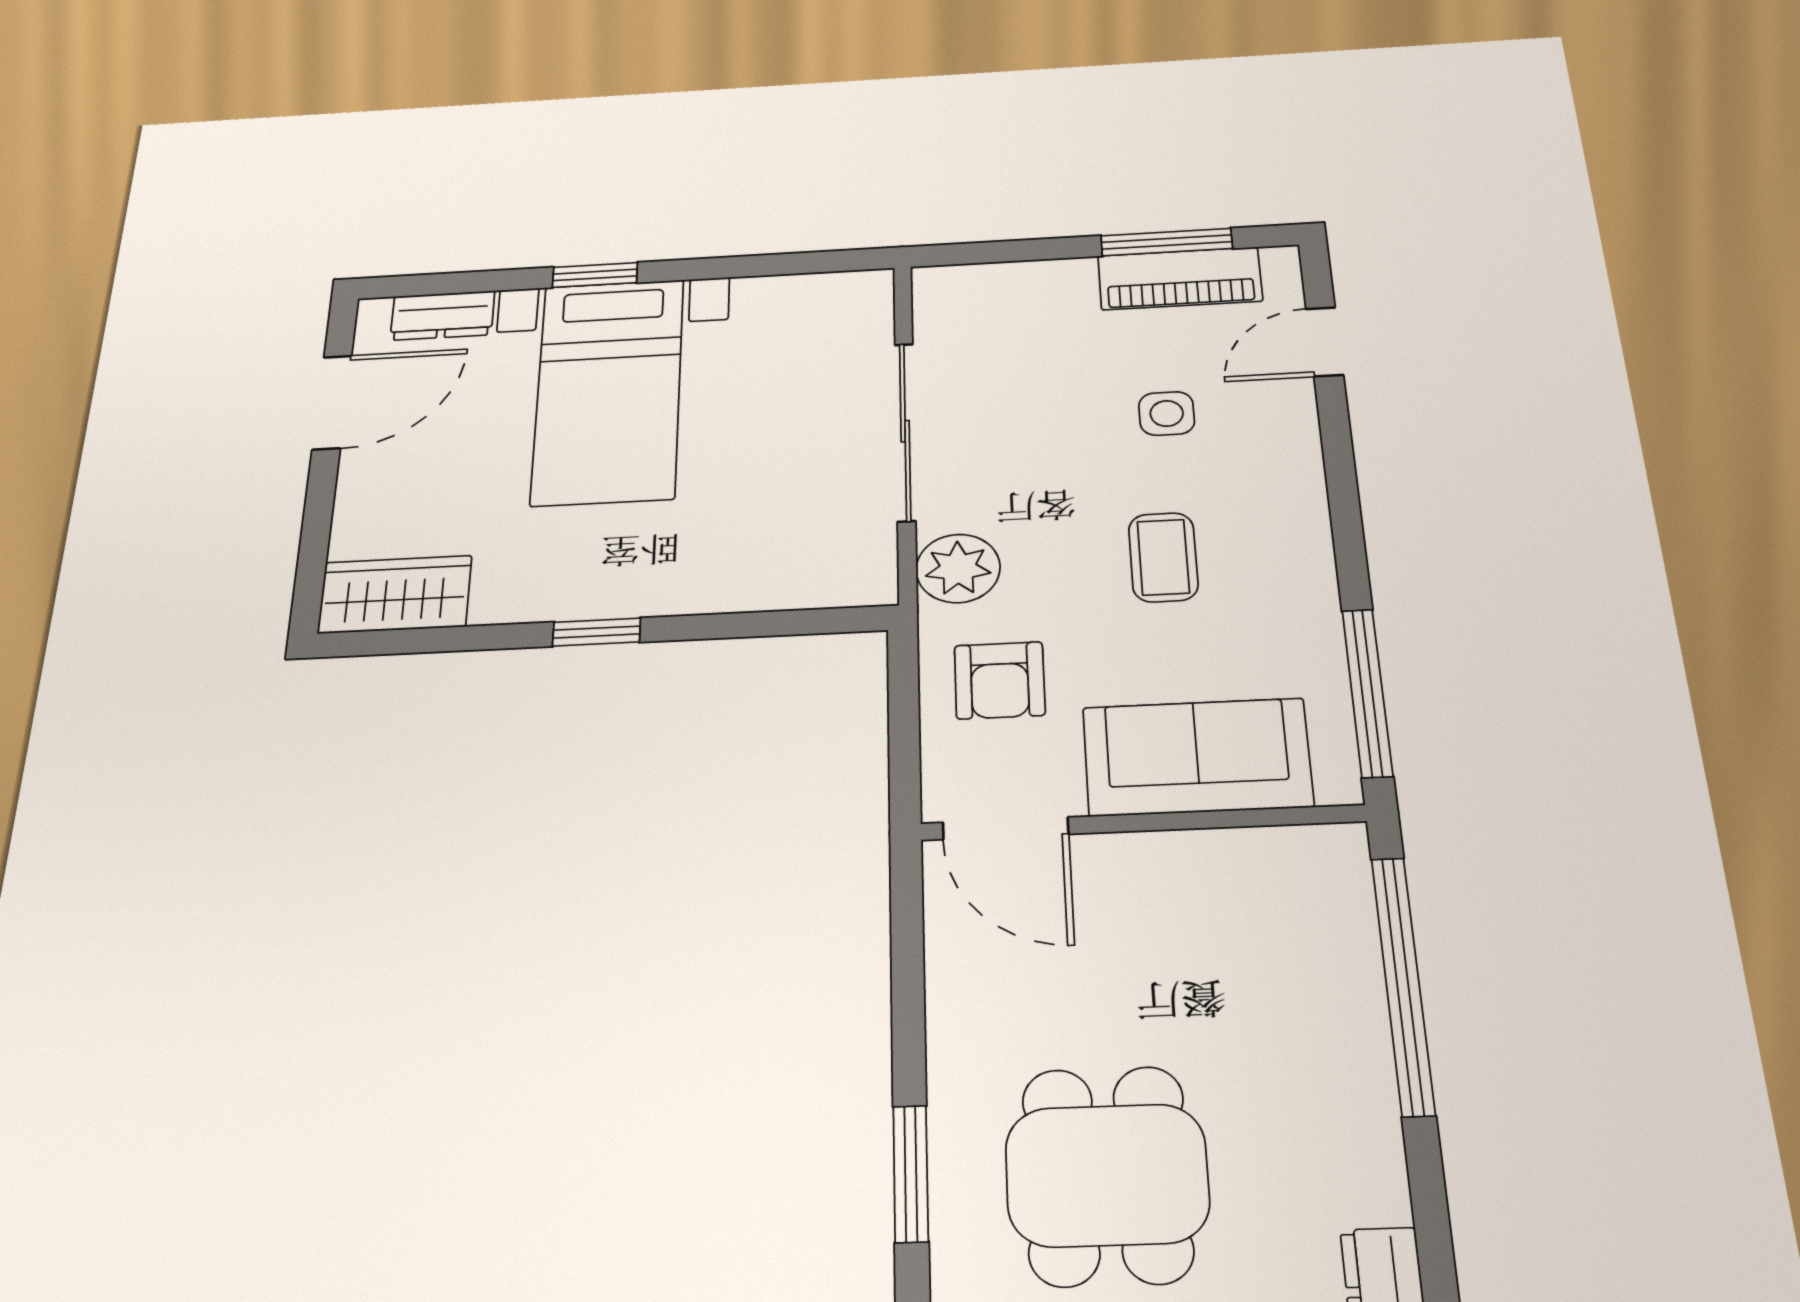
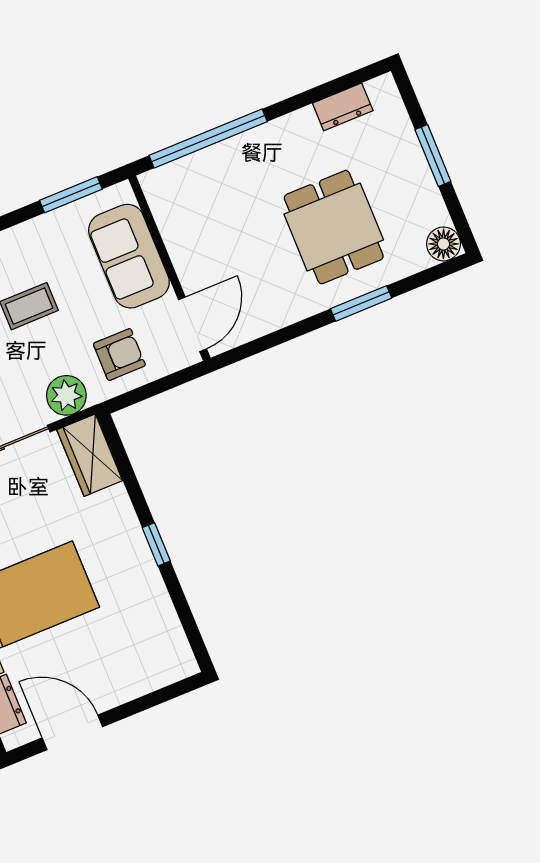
wardrobe: (395, 594) -> (90, 455), moved
window: (1367, 692) -> (71, 195), width x0.69
dining table: (1107, 1175) -> (334, 227), turned 90

